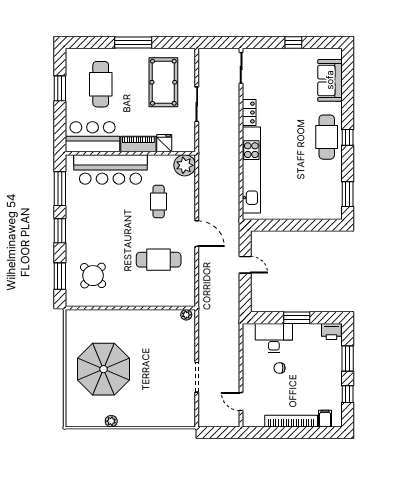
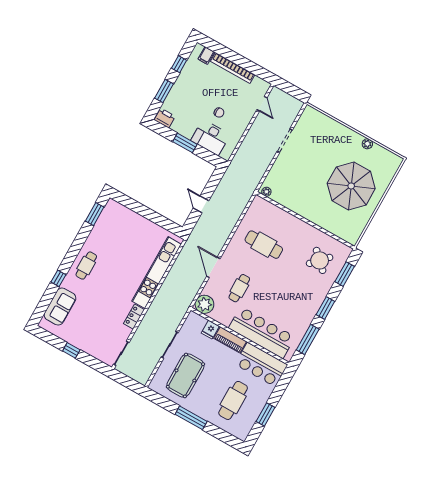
cafe table: (327, 137) -> (86, 266), width x0.73, depth x0.74
window: (348, 137) -> (58, 278), moved
door: (197, 234) -> (213, 267), moved

